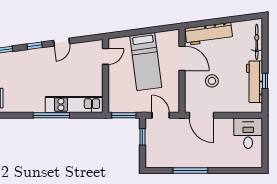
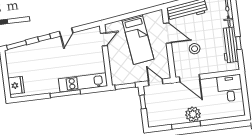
plant: (200, 159) -> (193, 114), added

